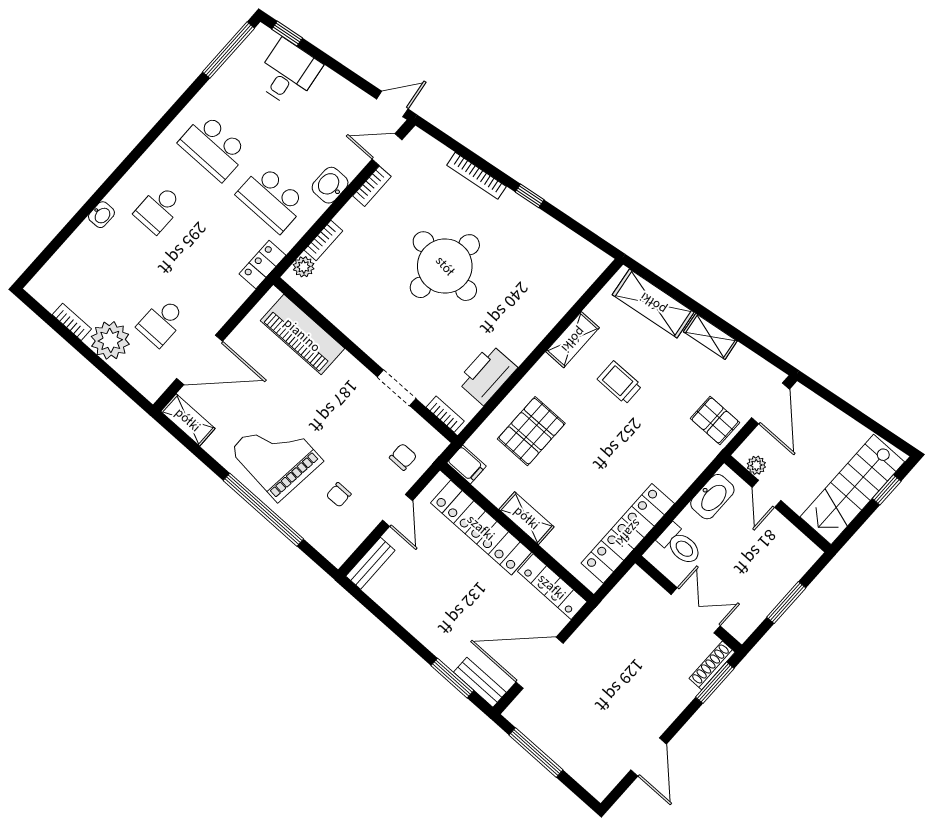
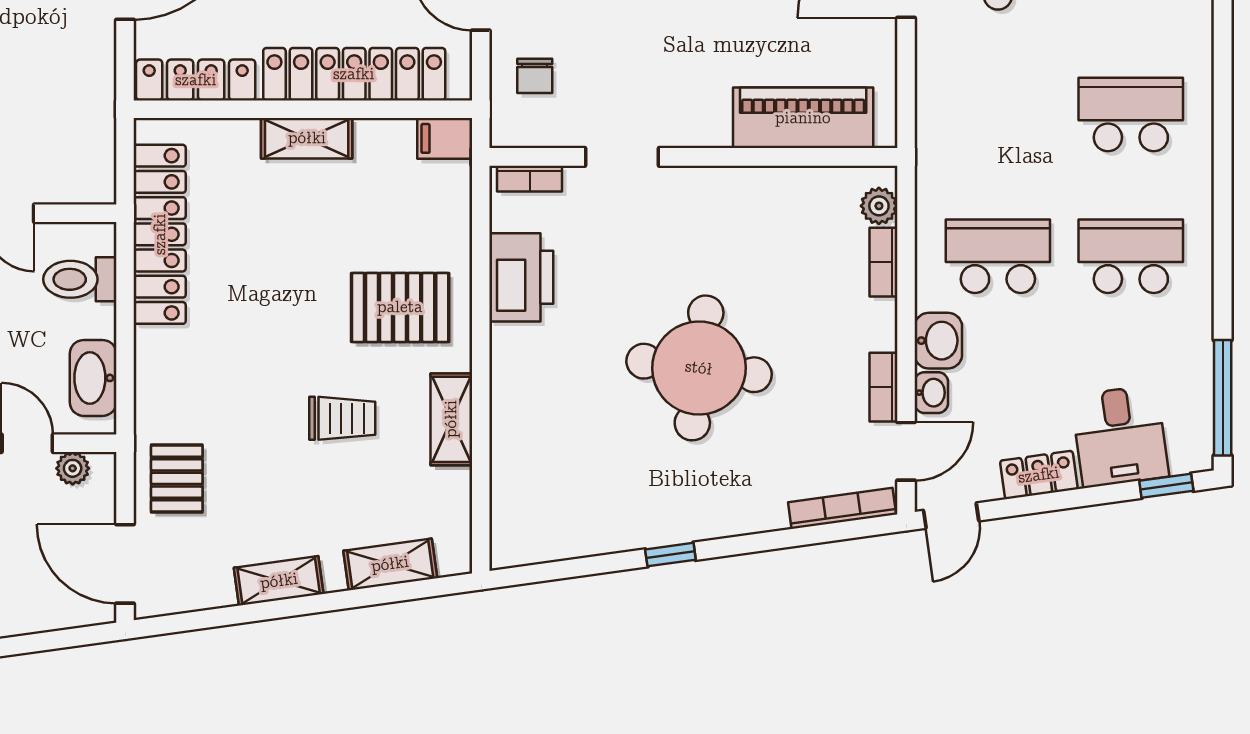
bookcase: (476, 176) -> (842, 508), moved
school desk: (159, 209) -> (1131, 115), width x1.85
washbasin: (101, 215) -> (931, 393), moved, turned 180
locker: (262, 265) -> (1039, 475), moved, turned -98
shelving: (653, 303) -> (390, 564), width x0.67, depth x0.75
pallet: (715, 420) -> (177, 478), turned 90
pallet: (531, 431) -> (400, 307), moved, turned 90

